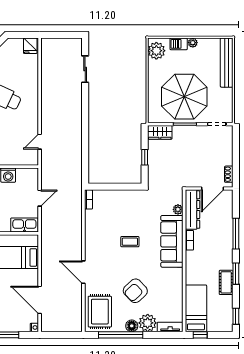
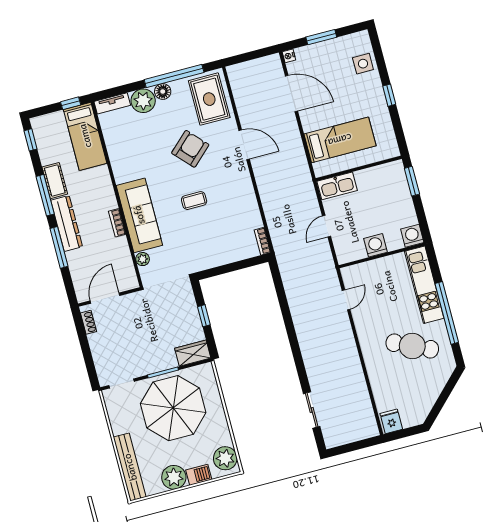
plant: (193, 43) -> (174, 477), width x1.88, depth x1.88
dresser: (192, 209) -> (67, 223), moved, turned 180
window: (236, 274) -> (45, 195), width x1.44
armchair: (135, 291) -> (190, 149), moved

